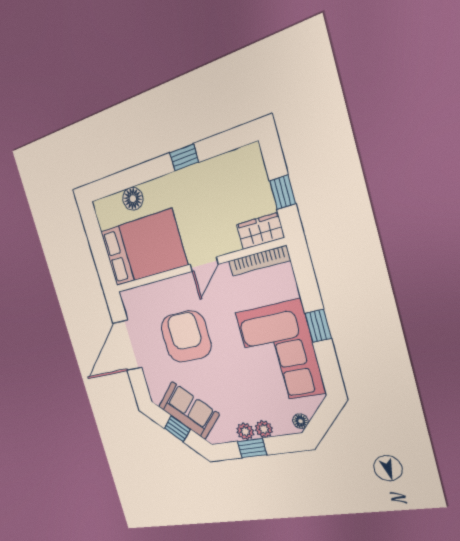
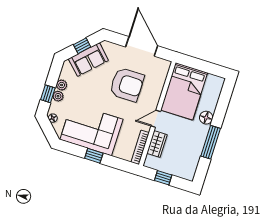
window: (184, 157) -> (211, 142), width x2.17
floor lamp: (133, 199) -> (206, 118), moved
wardrobe: (260, 231) -> (157, 144), moved
door: (204, 264) -> (156, 119), hinge flipped
window: (252, 448) -> (48, 94), moved

